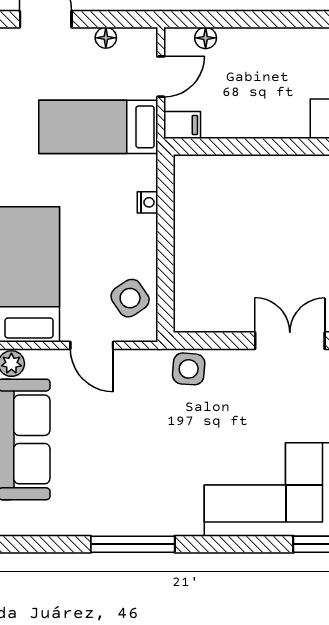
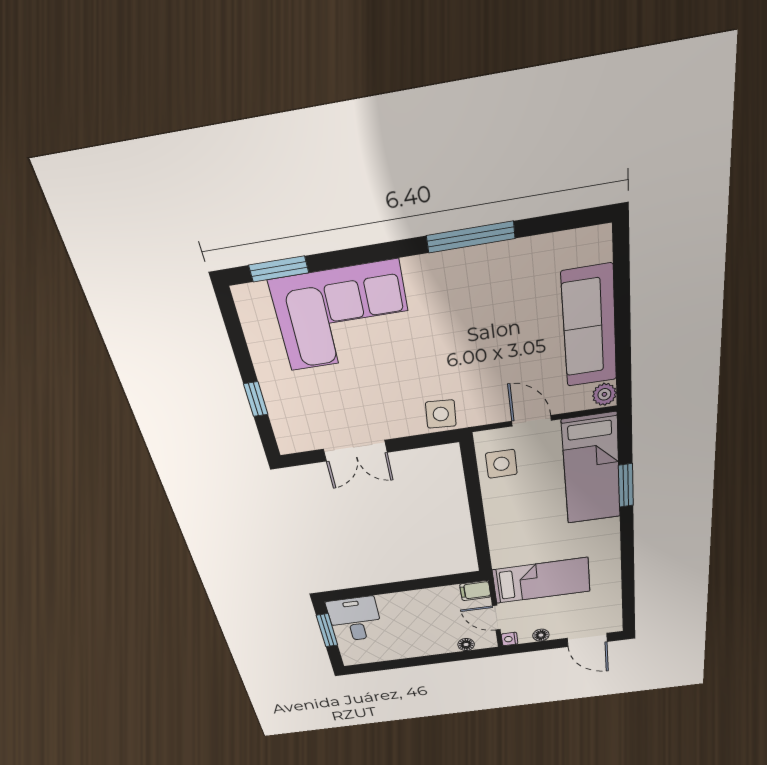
door: (161, 77) -> (496, 618), hinge flipped
nightstand: (147, 202) -> (510, 639), moved
side table: (130, 298) -> (501, 464), turned 34

